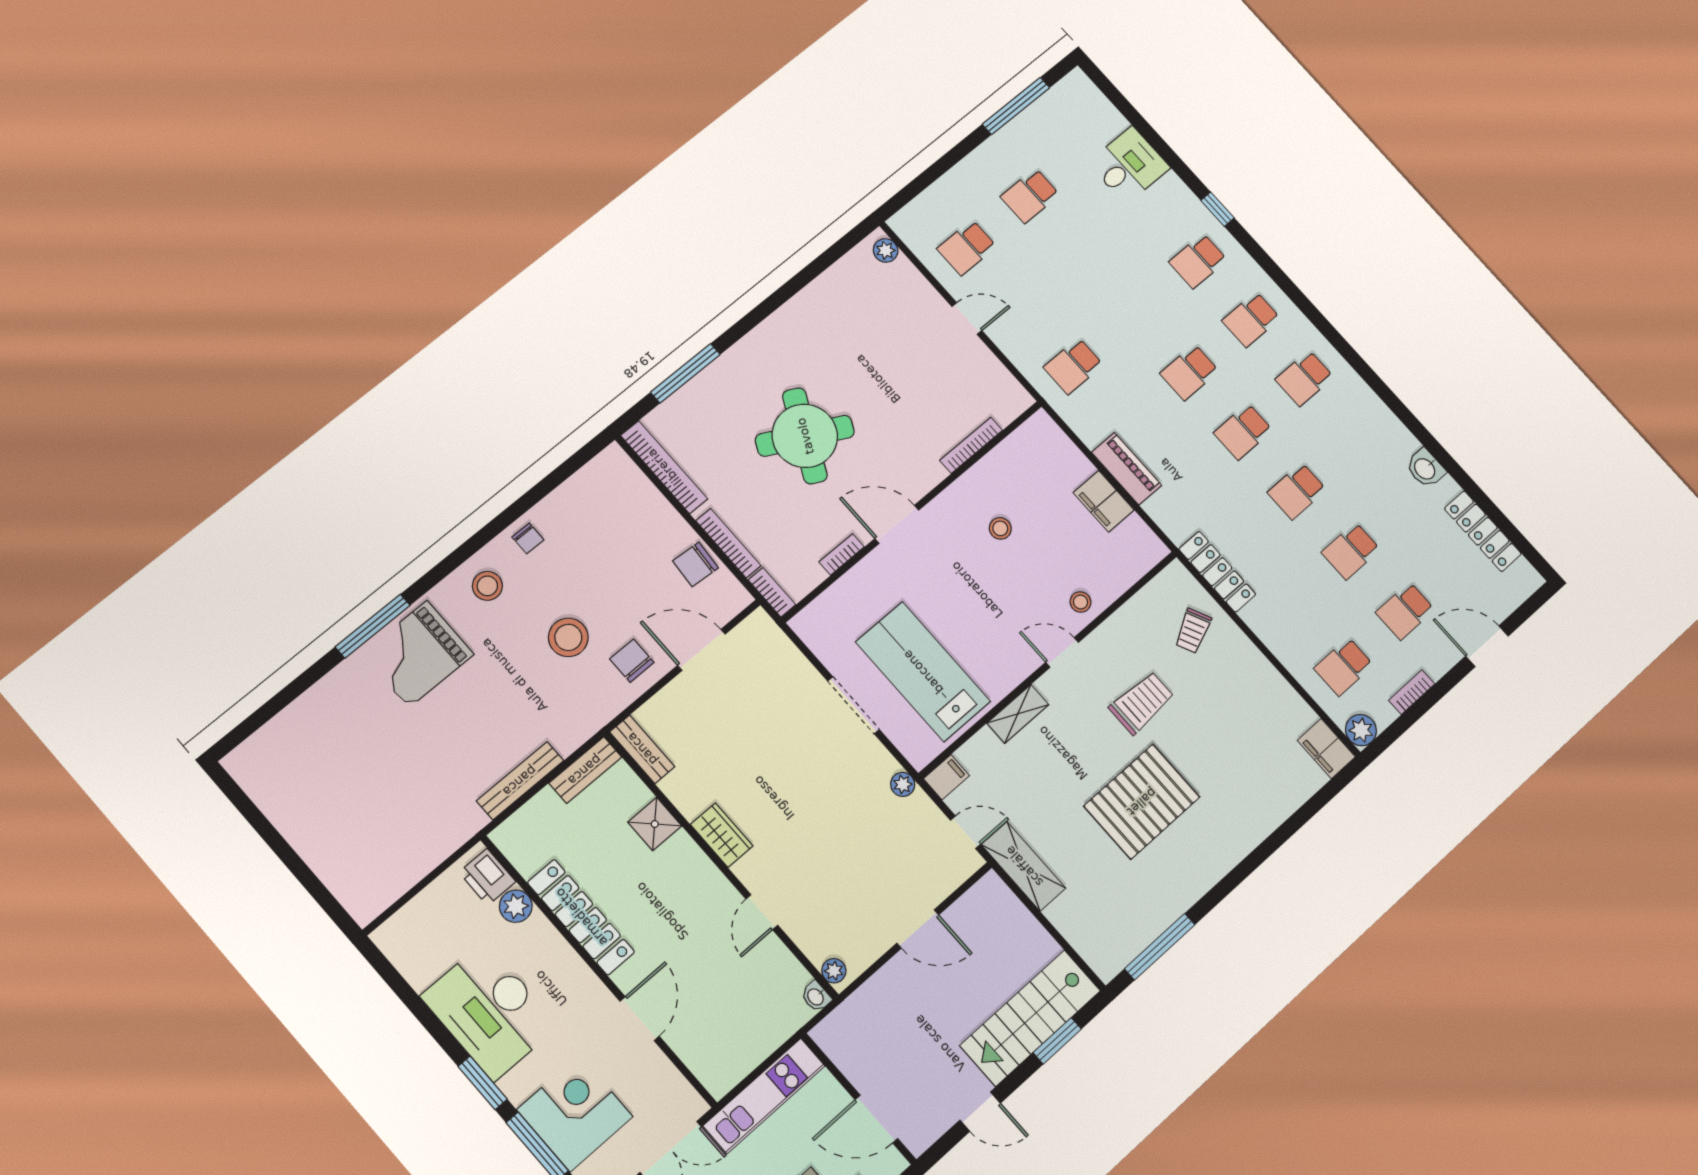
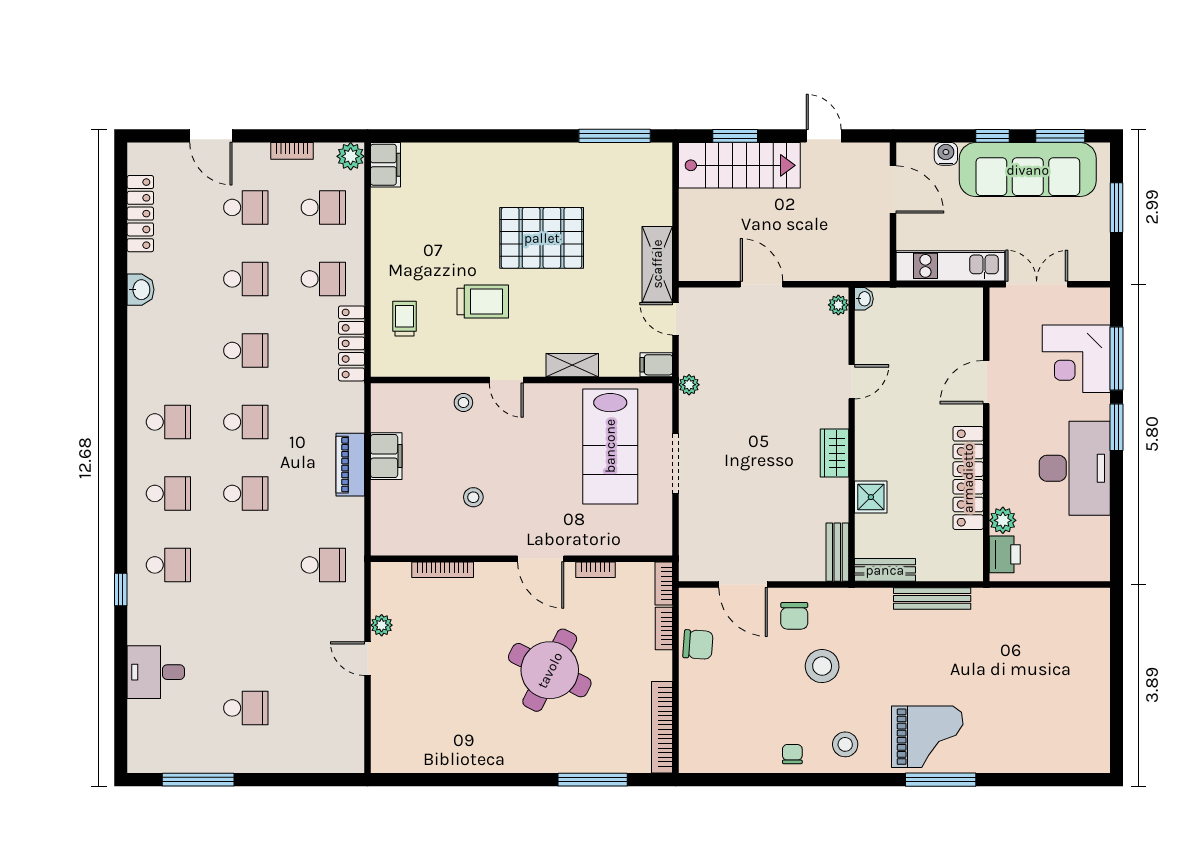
school desk: (967, 248) -> (323, 279), moved
plant: (886, 250) -> (382, 625), moved
bookcase: (728, 543) -> (664, 628), width x0.64
trolley: (1193, 631) -> (405, 319), turned -64
trolley: (1142, 703) -> (483, 301), turned 180

